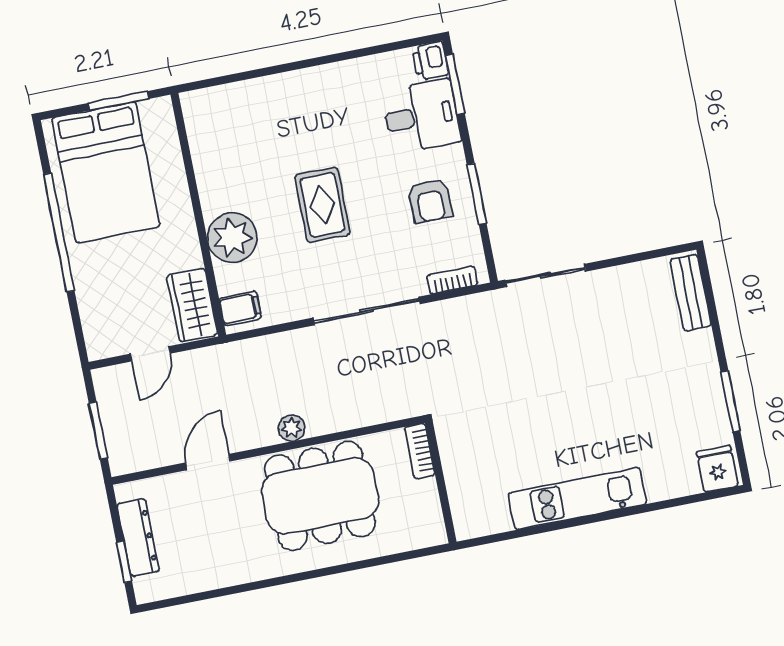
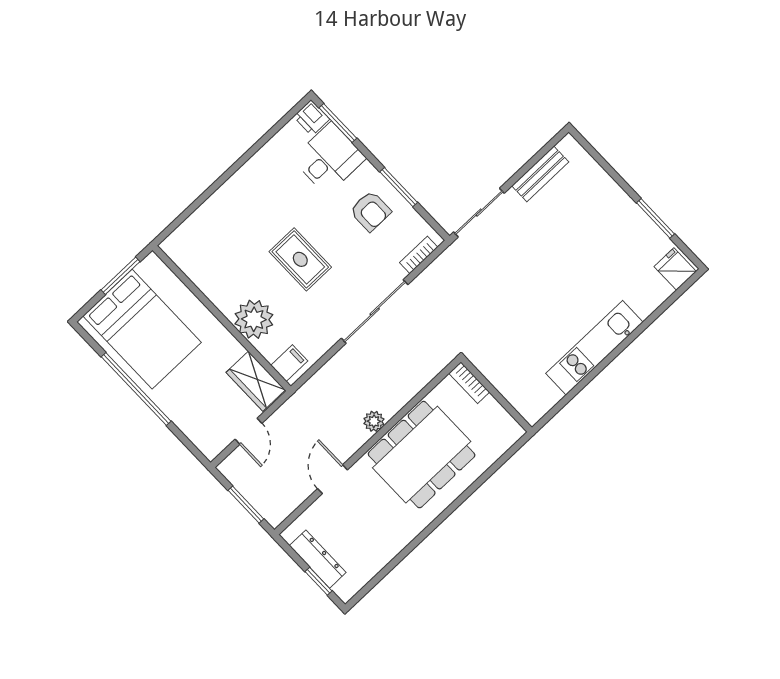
bench: (691, 292) -> (540, 174), moved, turned 90

